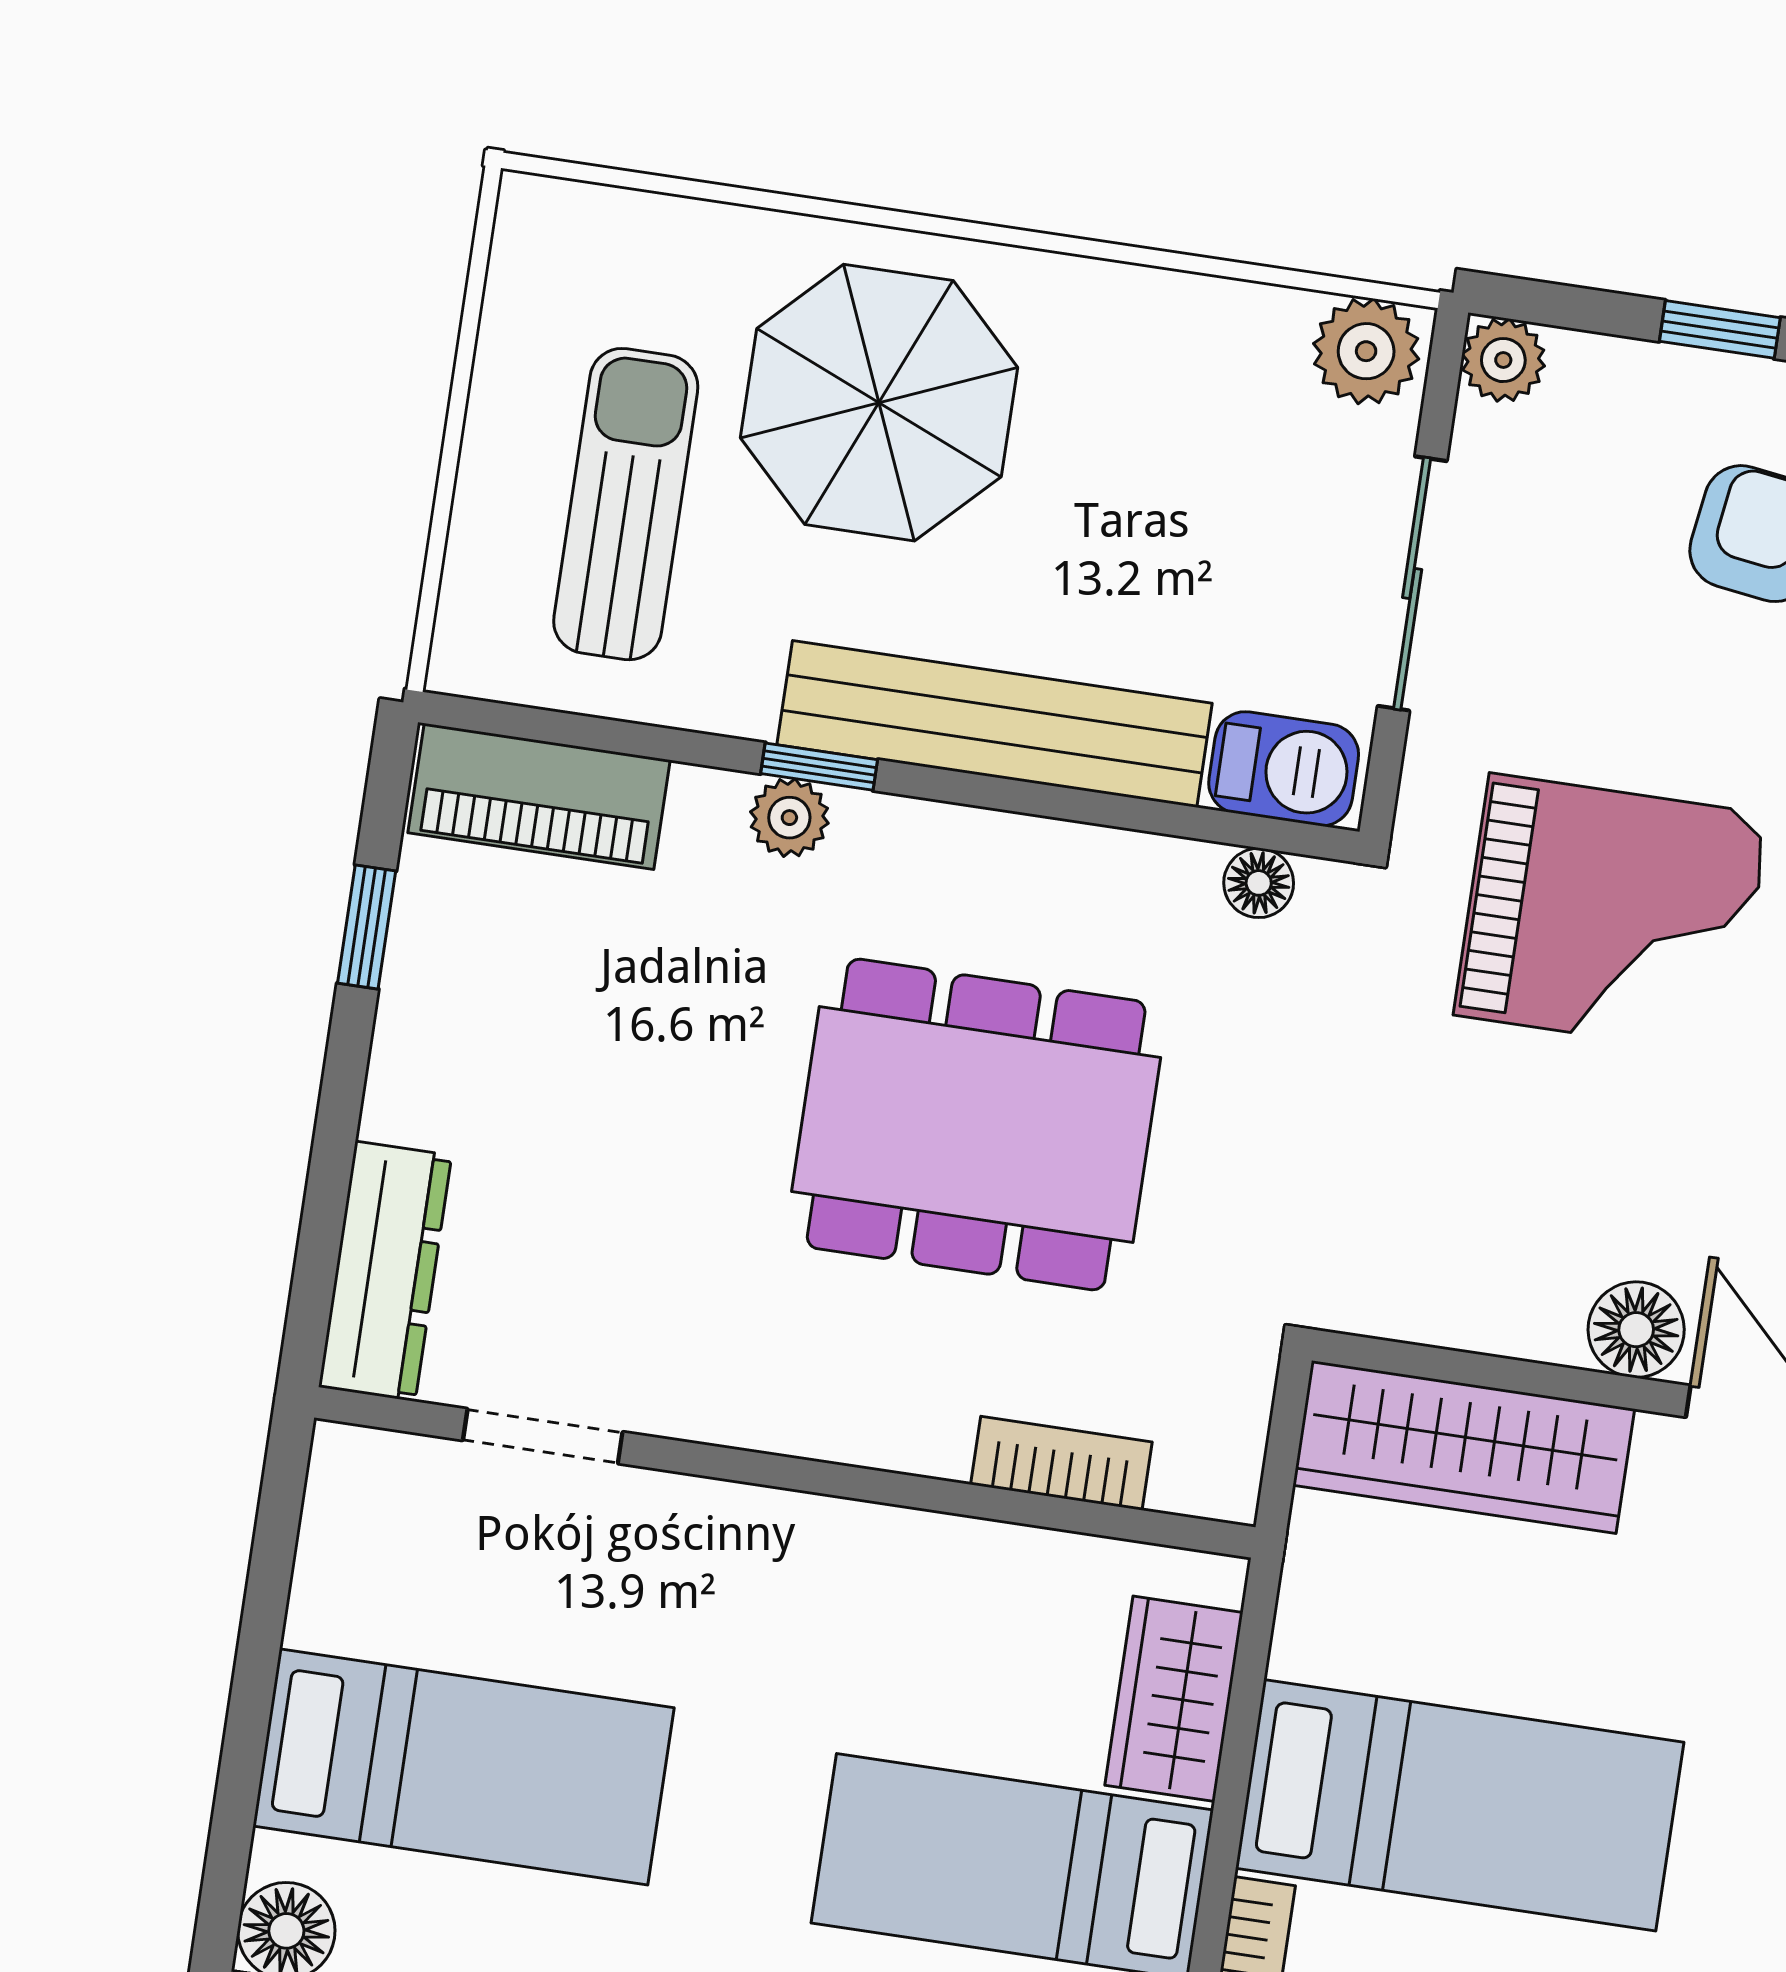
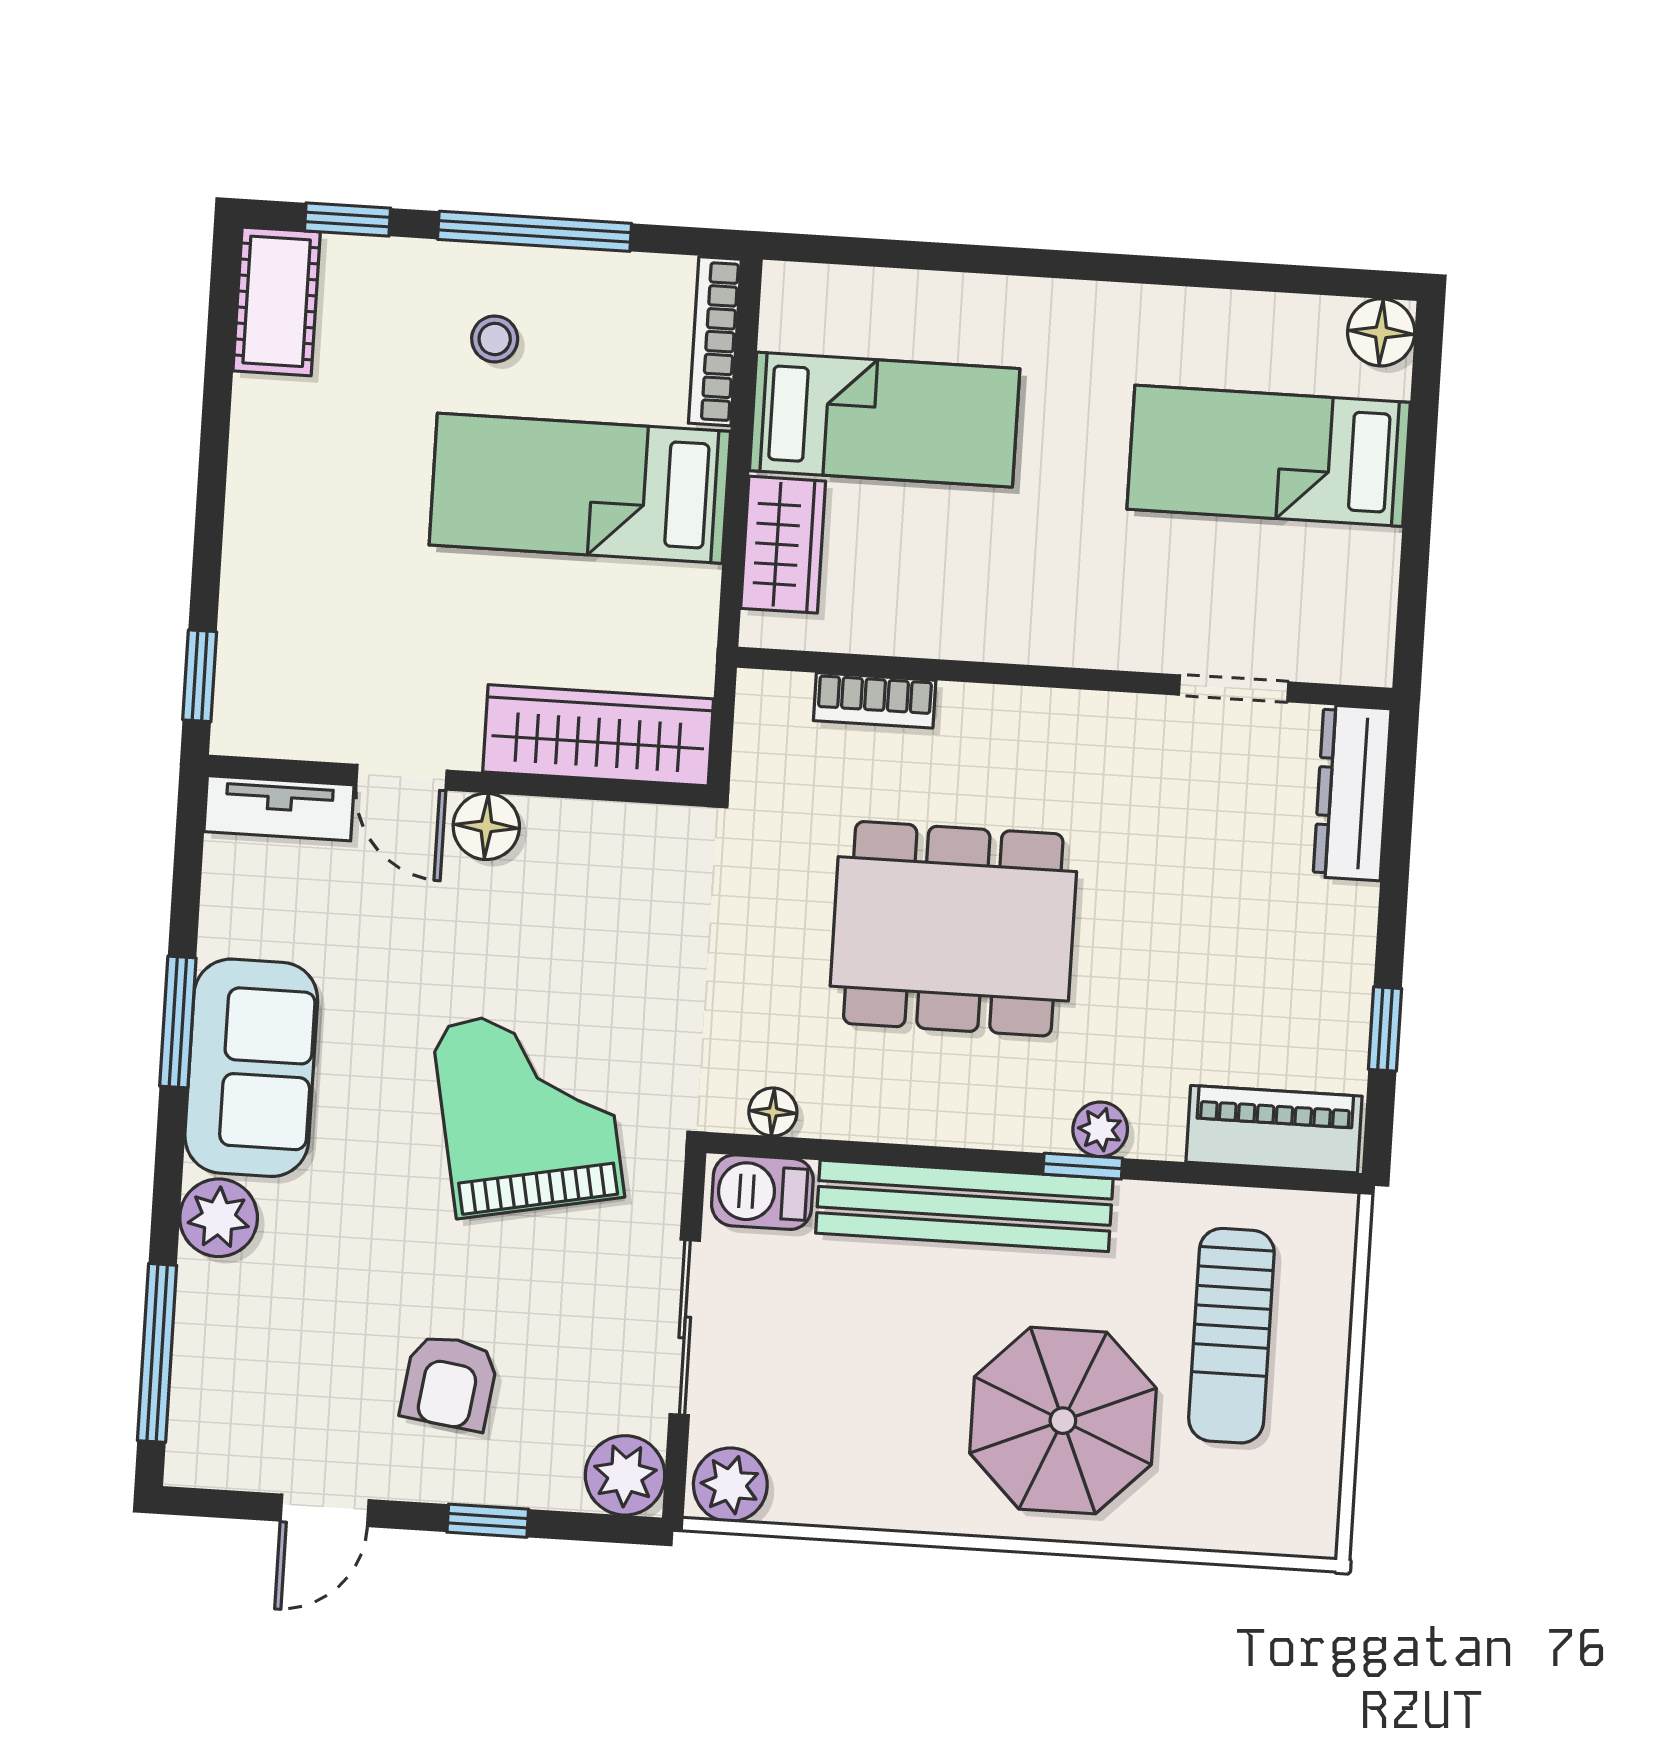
plant: (1503, 360) -> (625, 1475), width x1.38, depth x1.38
grand piano: (1611, 915) -> (528, 1111), turned 79

